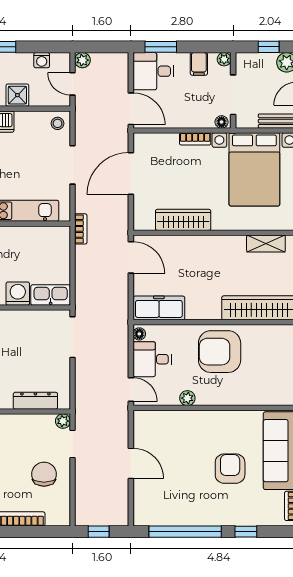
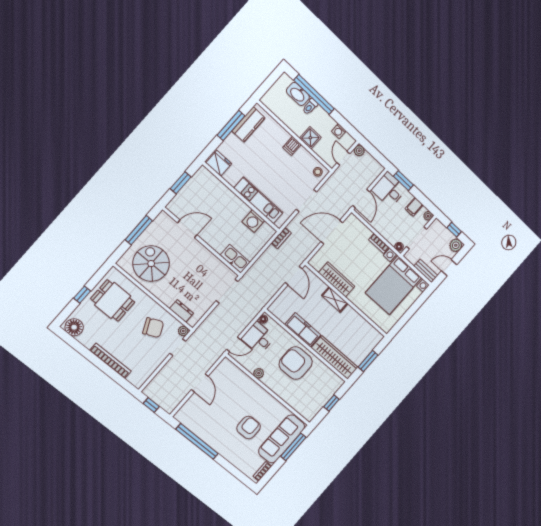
shelving: (266, 244) -> (335, 299), moved
washing machine: (18, 294) -> (253, 221), moved, turned 180
freezer: (159, 308) -> (303, 330), moved
door: (131, 389) -> (234, 344), hinge flipped
dresser: (35, 401) -> (181, 311), width x0.70
chair: (44, 474) -> (153, 328), moved, turned 65
window: (246, 532) -> (228, 466), removed

